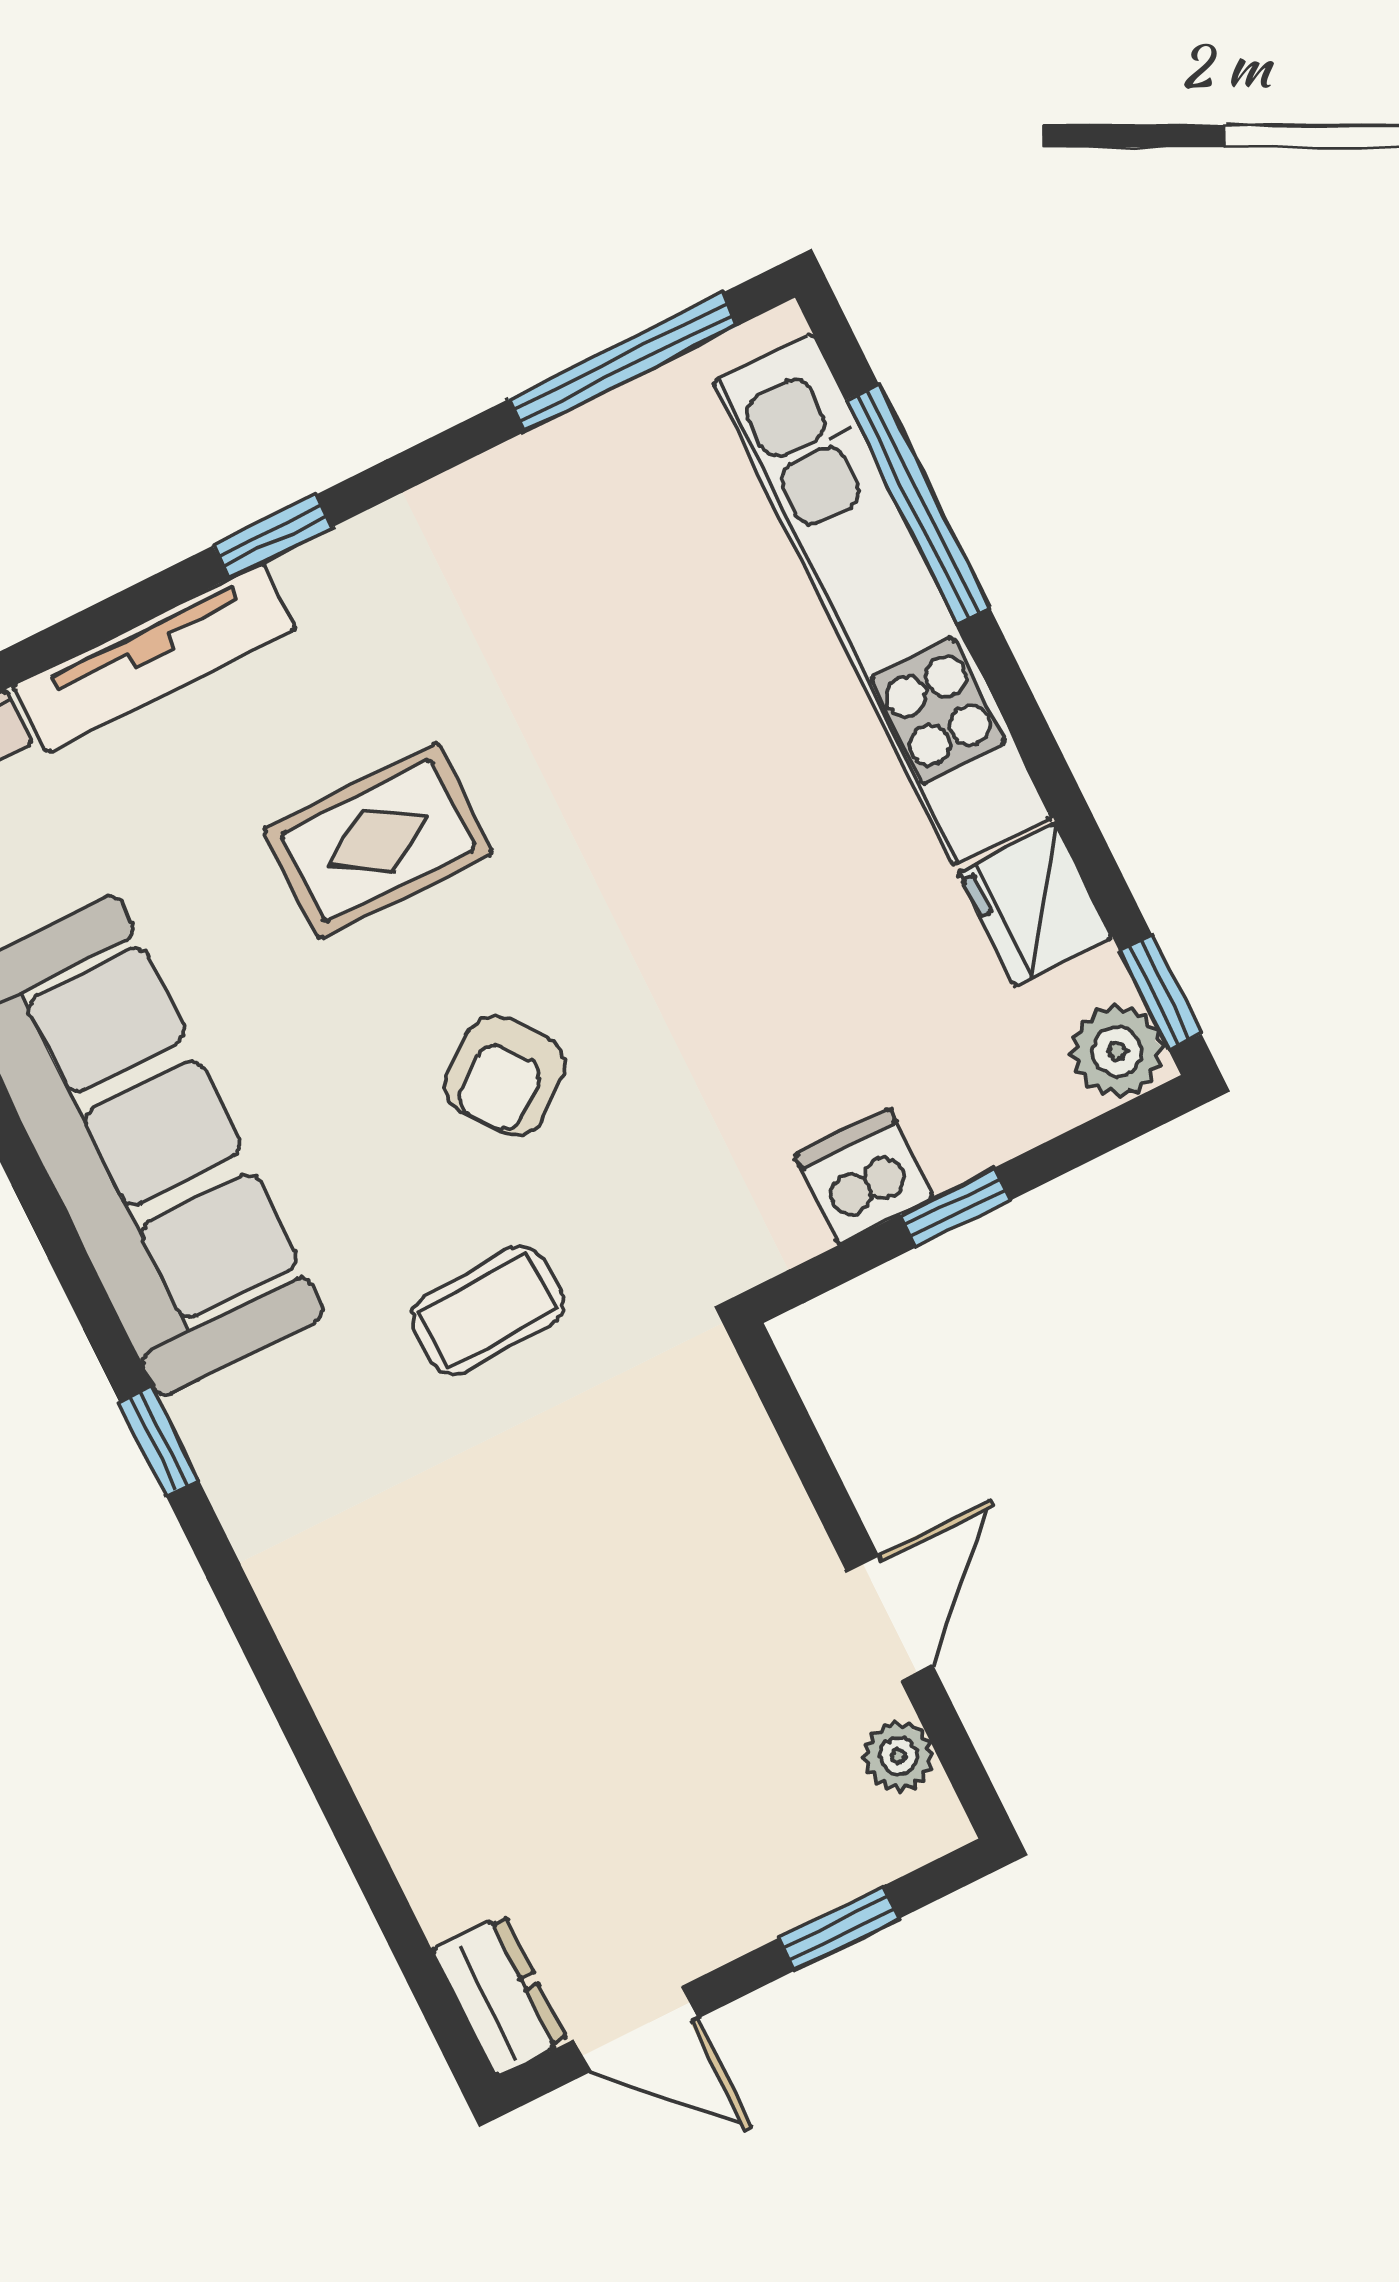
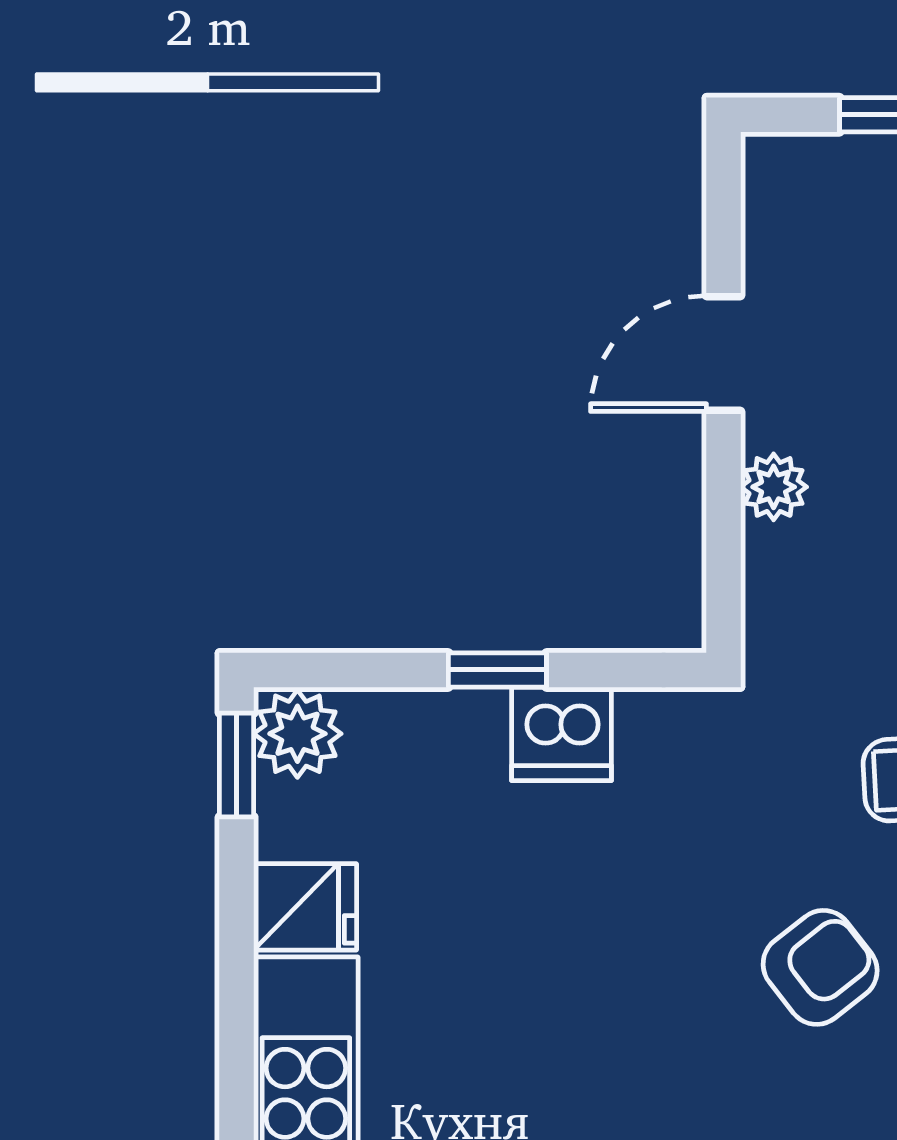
fridge: (1035, 905) -> (305, 907), width x0.72
plant: (898, 1756) -> (774, 487), moved

